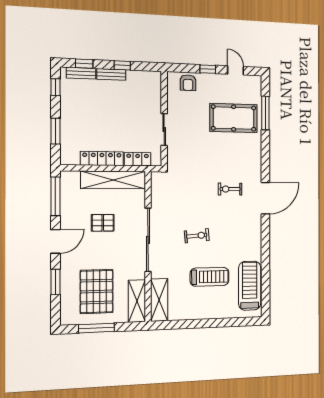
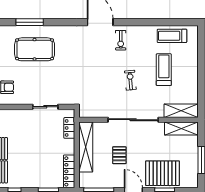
pool table: (234, 118) -> (35, 49), turned 90
locker: (102, 158) -> (69, 171), moved
exercise bike: (230, 189) -> (121, 40), moved
treadmill: (250, 286) -> (172, 36), width x0.73, depth x0.73
pallet: (97, 292) -> (162, 173), moved

